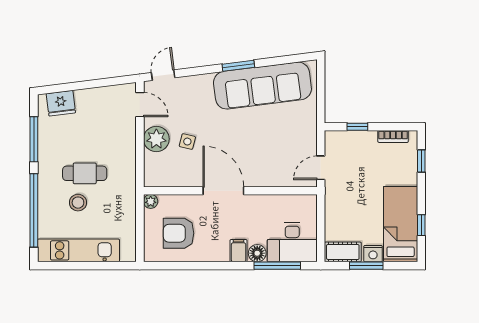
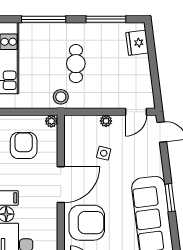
plant: (156, 139) -> (106, 121), width x0.53, depth x0.53
armchair: (267, 161) -> (87, 223), added
stool: (78, 203) -> (61, 97), moved
window: (34, 210) -> (44, 19), width x0.68

